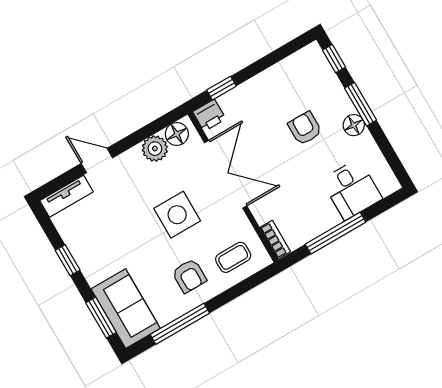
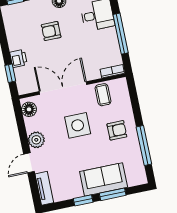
printer: (209, 115) -> (18, 58), moved
plant: (155, 149) -> (36, 140), moved
coffee table: (233, 257) -> (103, 95), moved
sofa: (126, 309) -> (104, 179), moved
window: (101, 318) -> (113, 194), moved

